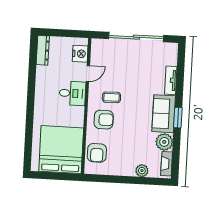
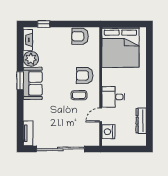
dresser: (43, 50) -> (141, 121), moved
tv unit: (171, 80) -> (28, 133), moved
armchair: (97, 153) -> (80, 36), moved, turned -90
plant: (142, 171) -> (49, 33), removed
window: (147, 181) -> (44, 24), added

